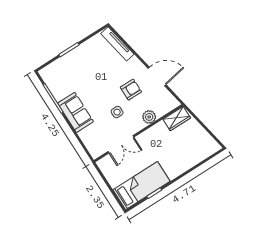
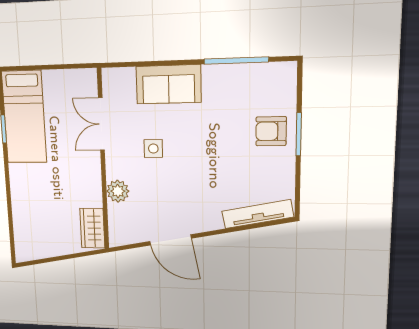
door: (157, 77) -> (170, 240), hinge flipped
armchair: (131, 90) -> (271, 131), moved, turned 90
sofa: (76, 112) -> (169, 84), moved

